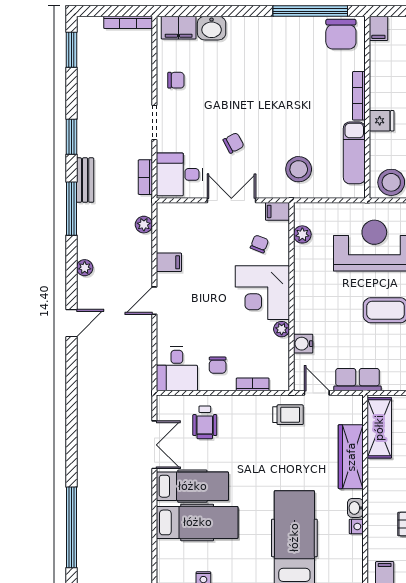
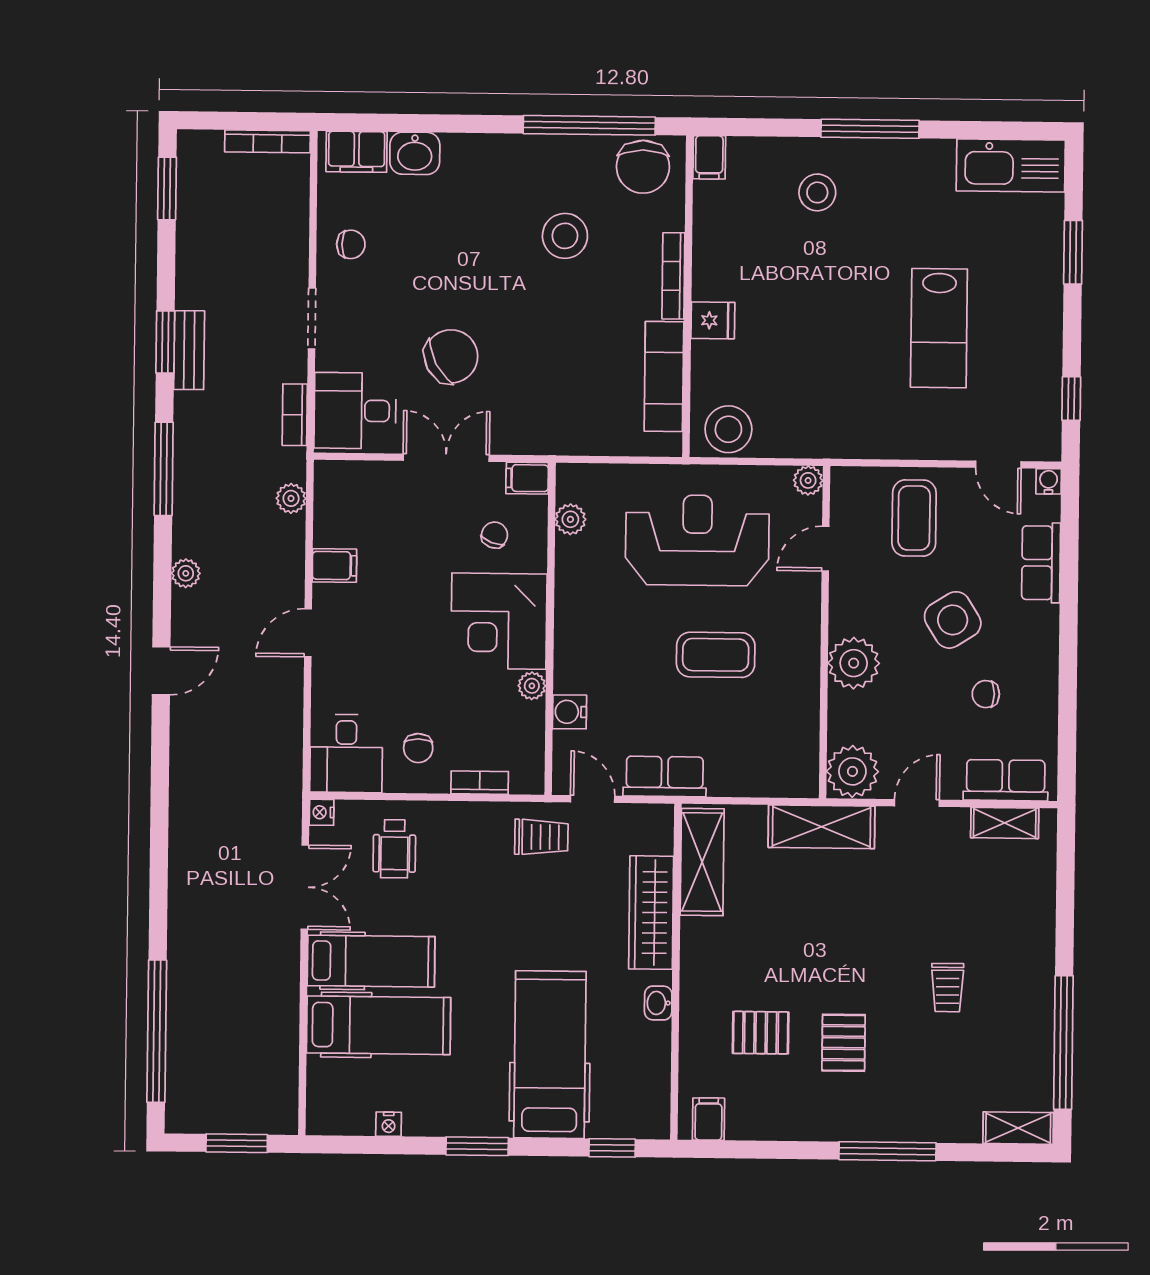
chair: (234, 143) -> (451, 356), width x1.87, depth x1.87
stool: (299, 169) -> (565, 236), moved
bench: (85, 180) -> (189, 350), moved
nightstand: (356, 526) -> (322, 812), moved, turned 180

